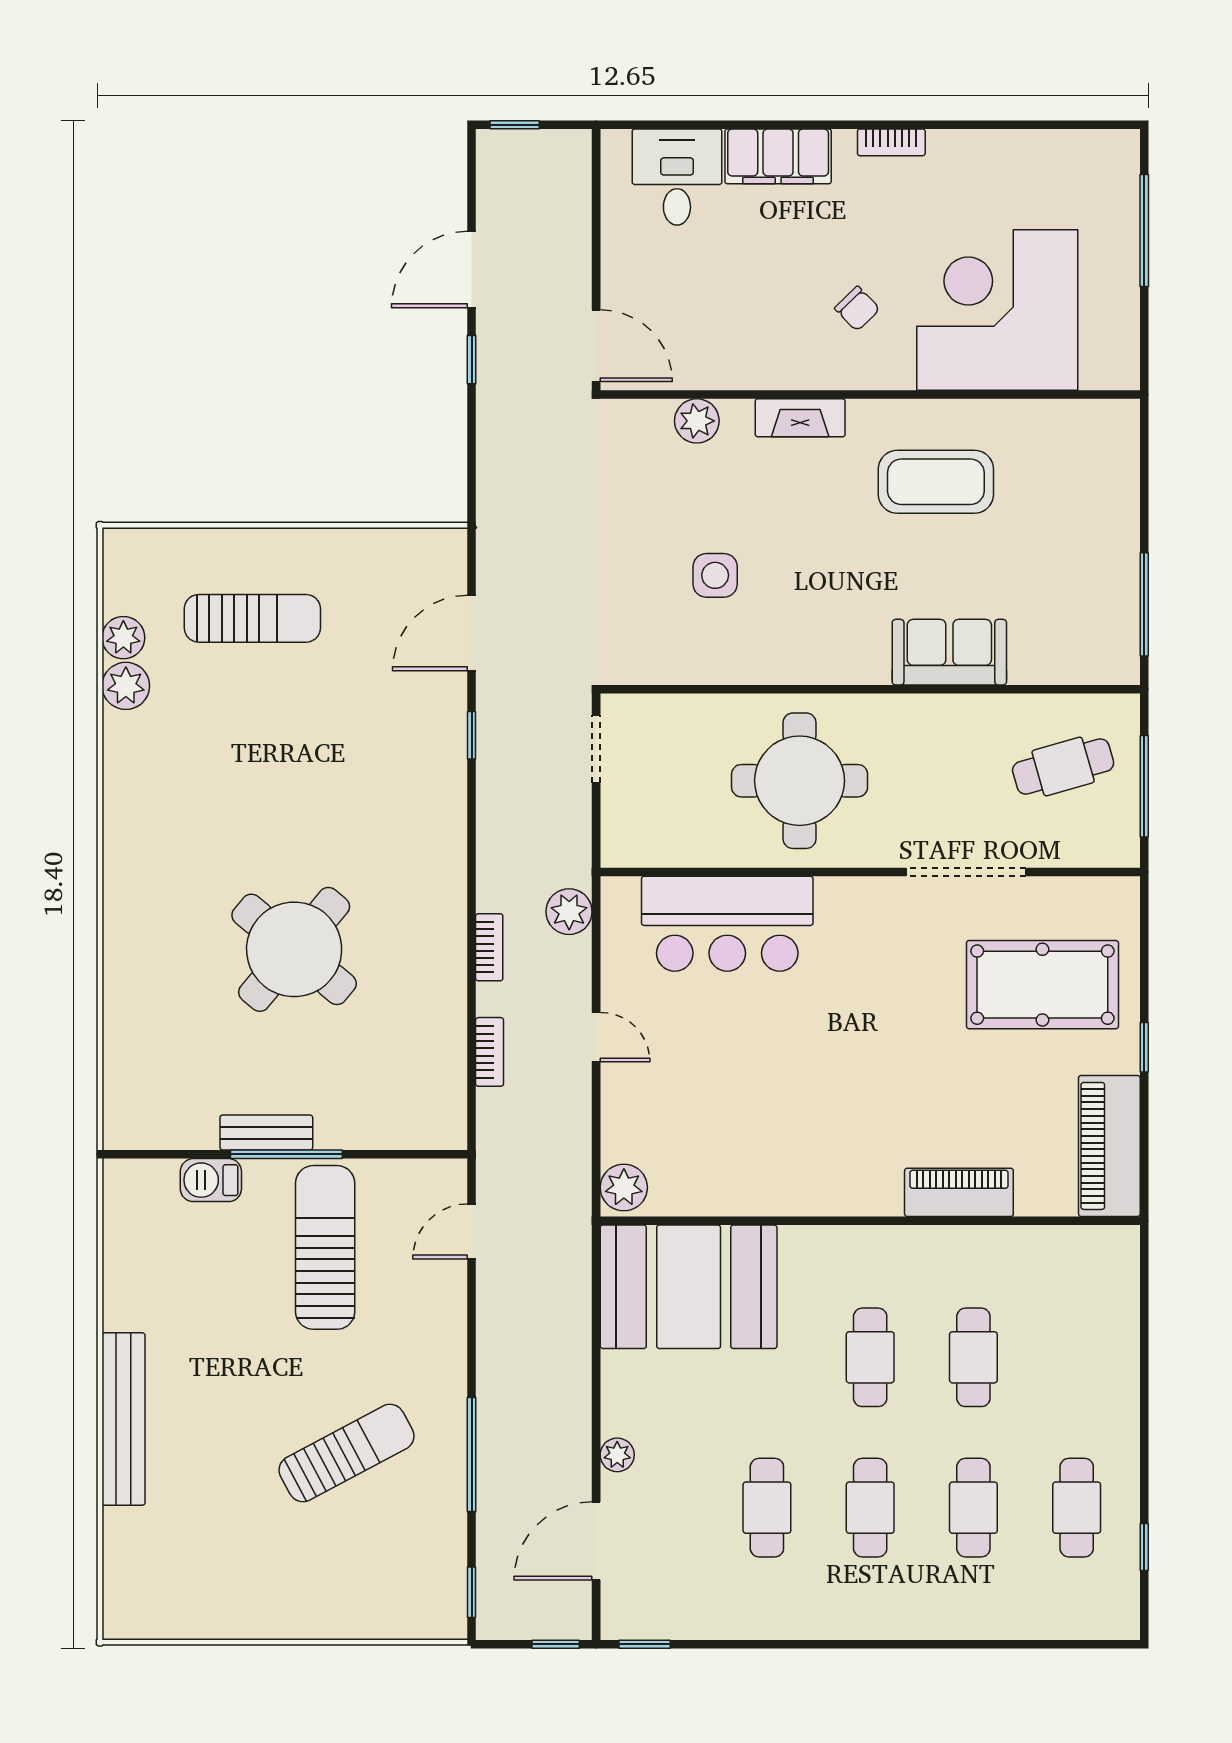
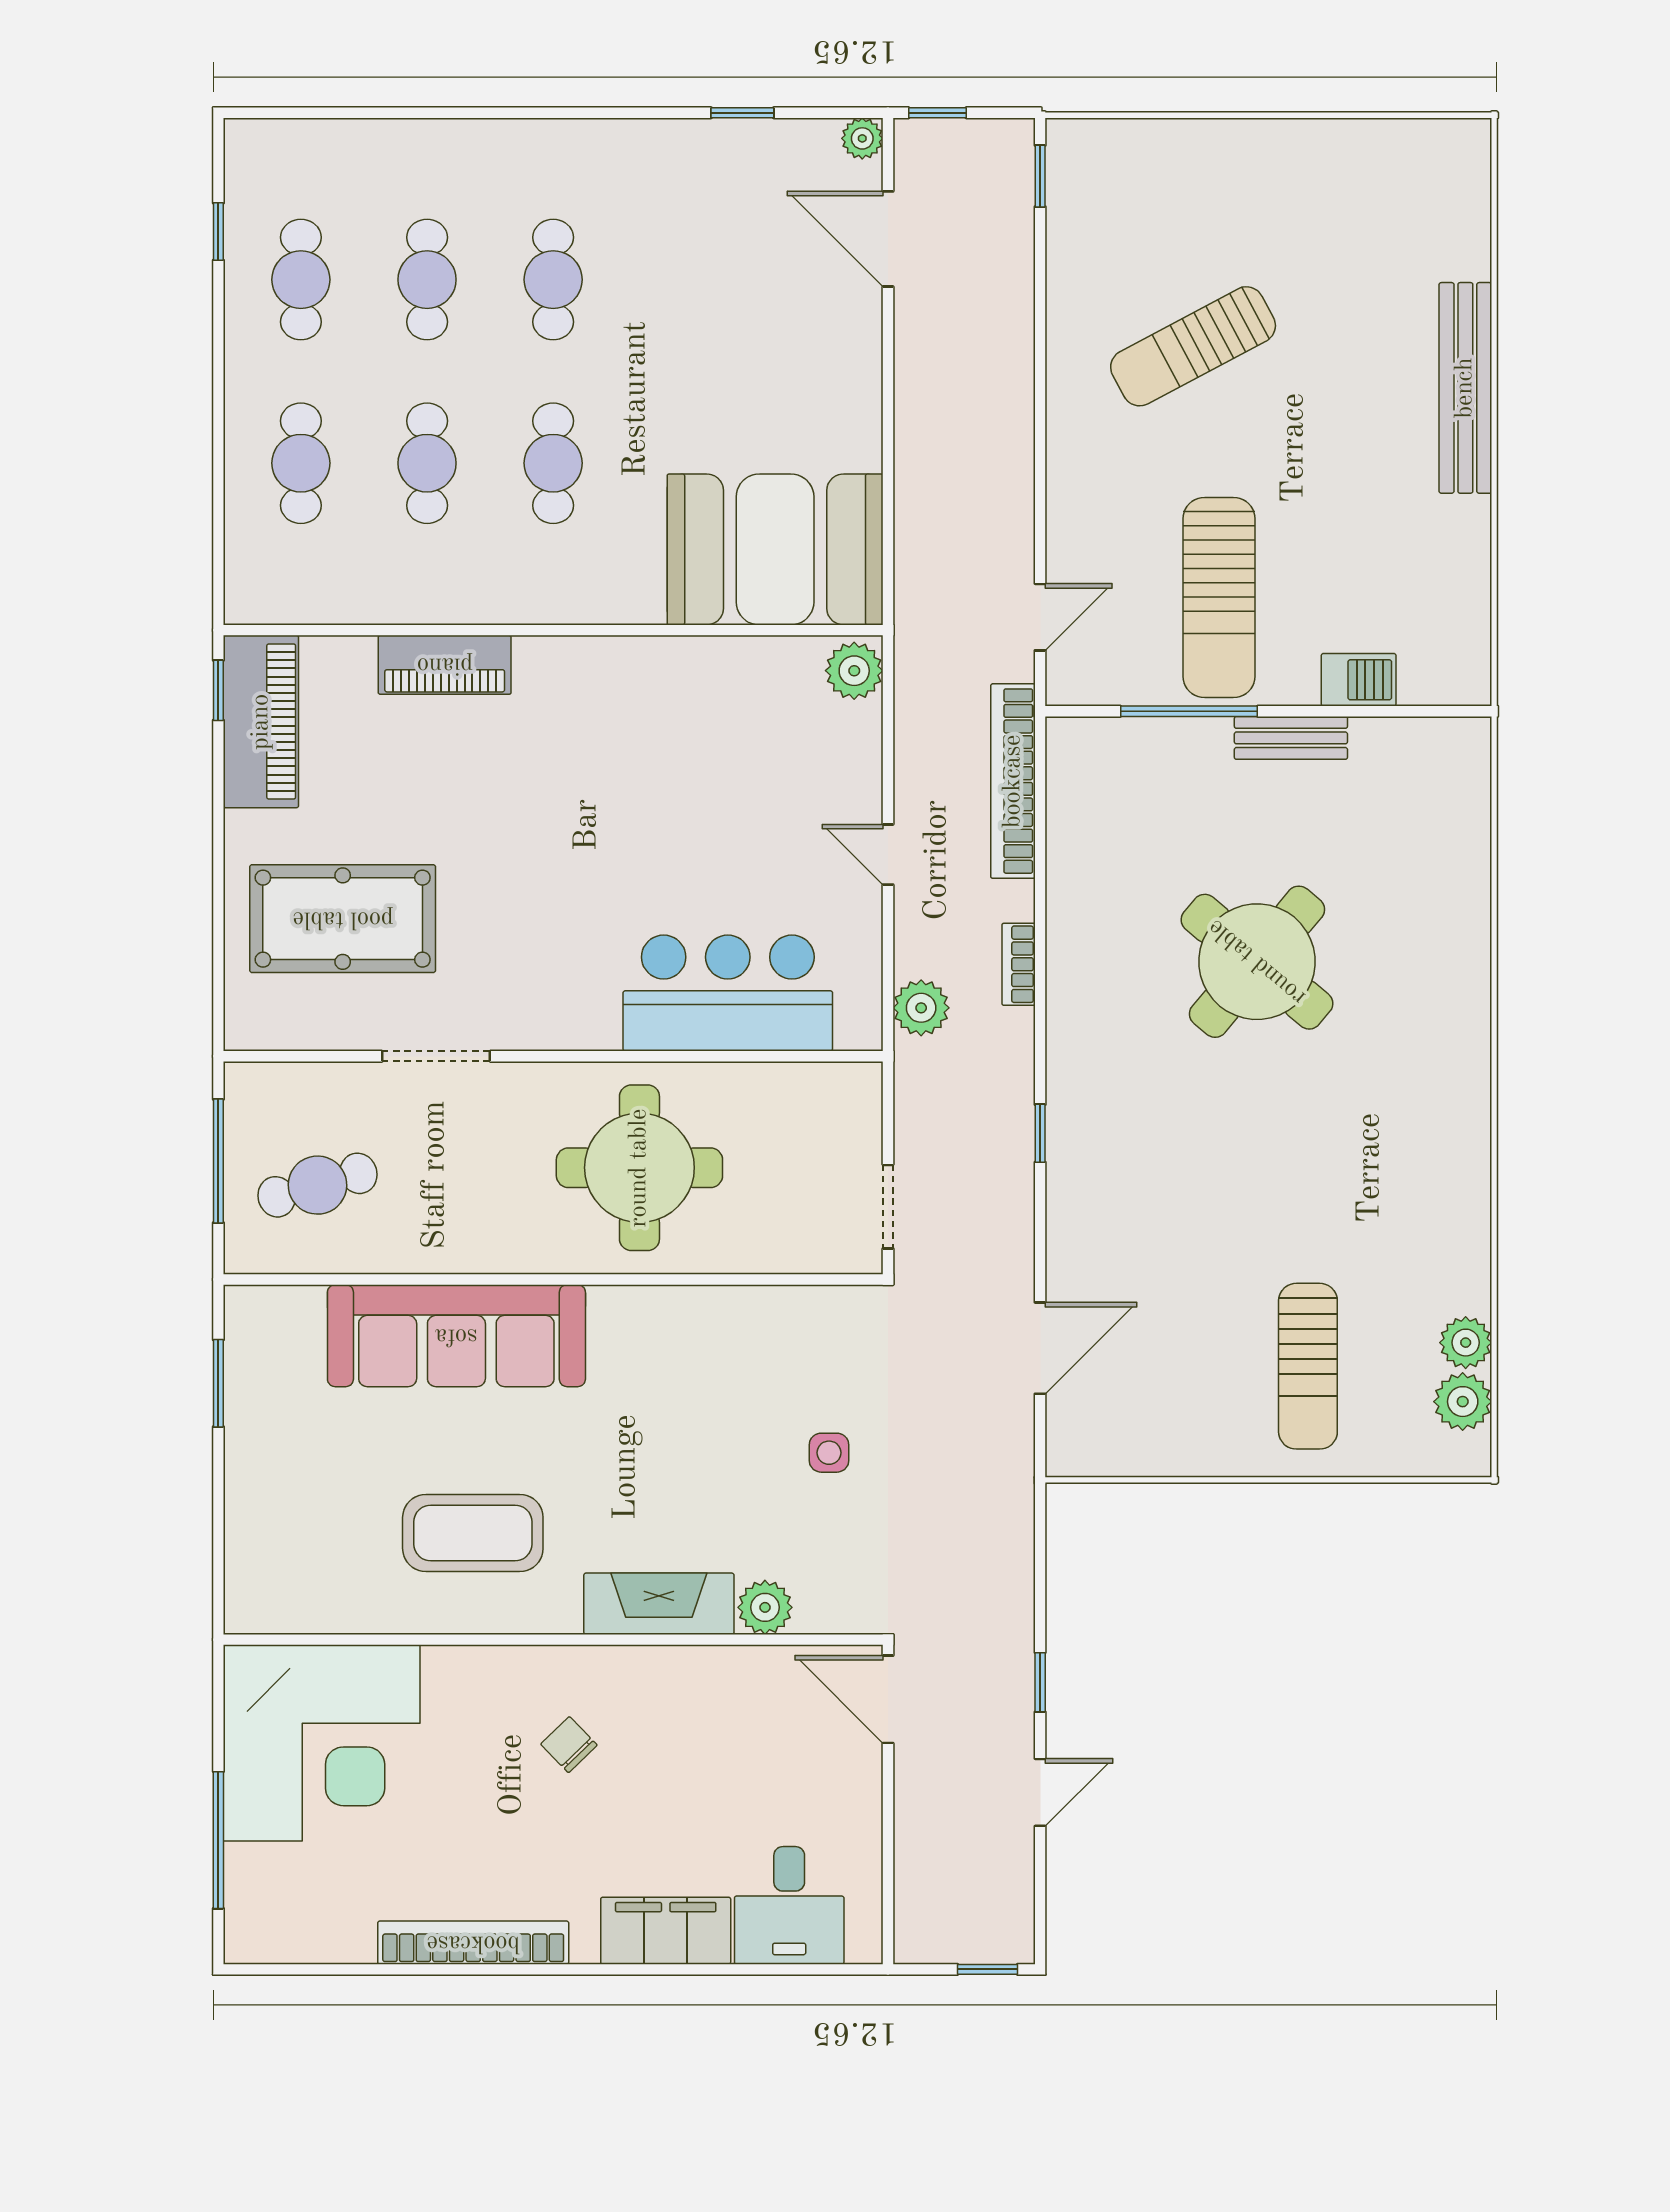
bookcase: (891, 142) -> (473, 1943), width x2.31, depth x1.31
door: (472, 270) -> (1040, 1792), width x0.73
corner desk: (997, 310) -> (322, 1743), moved
fireplace: (800, 418) -> (659, 1604), width x1.37, depth x1.32
side table: (715, 575) -> (829, 1453), moved, width x0.73, depth x0.73
window: (1144, 604) -> (218, 1383), width x0.69
sun lounger: (252, 618) -> (1308, 1366), turned -90
sofa: (949, 652) -> (456, 1336), width x1.85, depth x1.27
plant: (126, 686) -> (1463, 1402), moved
window: (472, 735) -> (1040, 1133), moved
doorway: (966, 872) -> (436, 1056), width x0.73
window: (1144, 1047) -> (218, 690), moved
bookcase: (490, 1052) -> (1013, 781), width x2.31, depth x1.31
window: (286, 1154) -> (1189, 711), moved
window: (472, 1454) -> (1040, 345), removed
plant: (617, 1455) -> (862, 138), moved
cafe table: (767, 1508) -> (301, 463), moved
door: (596, 1541) -> (888, 239), swing flipped
window: (645, 1644) -> (742, 113), moved

